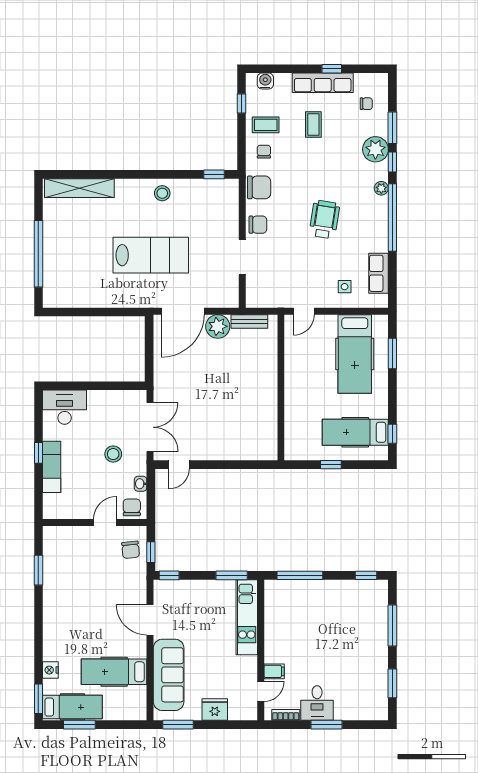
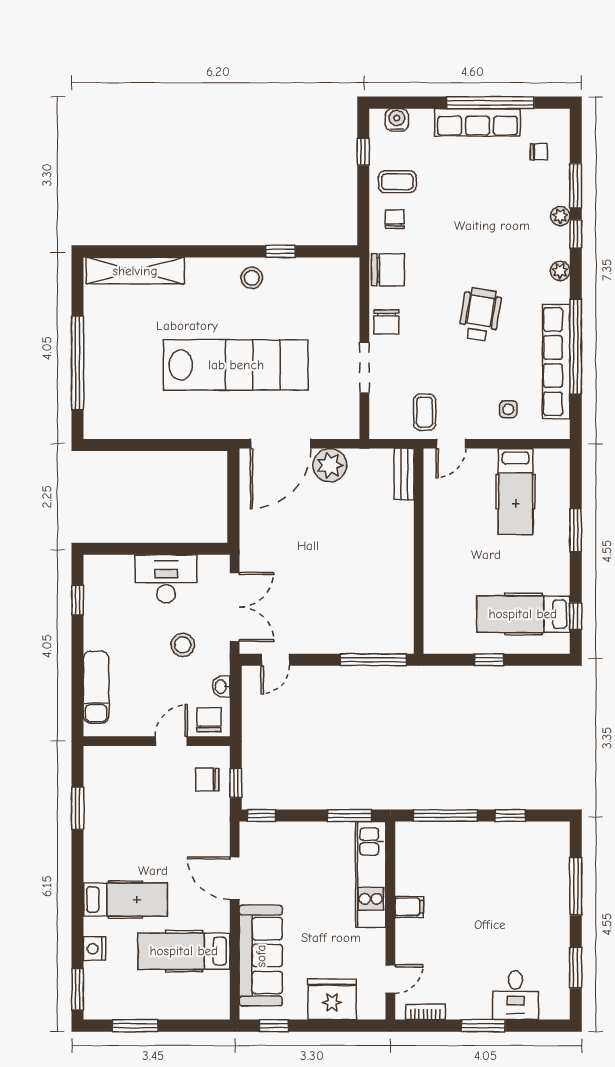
window: (332, 69) -> (490, 103), width x3.17
coffee table: (313, 124) -> (425, 412), moved
plant: (375, 149) -> (560, 216), width x0.53, depth x0.53
window: (214, 174) -> (280, 251), moved
window: (392, 217) -> (576, 347), moved
chair: (258, 225) -> (386, 322), turned 90
lab bench: (151, 255) -> (236, 365), width x1.36
row of seats: (379, 273) -> (556, 362), width x2.02
bench: (249, 321) -> (404, 474), moved, turned 90
hospital bed: (355, 354) -> (516, 491), width x0.73, depth x0.78
window: (392, 354) -> (576, 530), moved
desk: (65, 407) -> (166, 579), moved
window: (38, 453) -> (78, 600), moved
window: (249, 465) -> (373, 660), added
exam couch: (52, 467) -> (96, 687), moved
chair: (131, 550) -> (207, 780), turned 96
window: (366, 575) -> (510, 816), moved
filing cabinet: (274, 671) -> (409, 907), moved
desk: (317, 703) -> (516, 995), moved
hospital bed: (72, 707) -> (125, 900), moved
fridge: (215, 710) -> (332, 999), width x1.36, depth x1.34
window: (178, 725) -> (274, 1026), width x0.67

